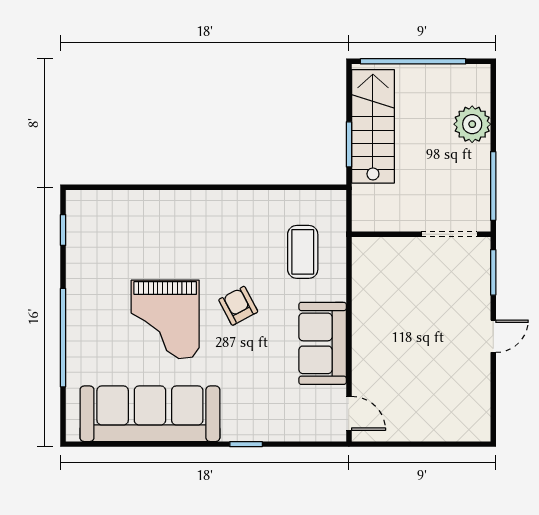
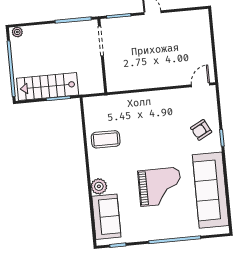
plant: (472, 124) -> (17, 32), moved, width x0.53, depth x0.53
plant: (177, 205) -> (99, 186), added
coffee table: (303, 252) -> (106, 139), moved
armchair: (238, 306) -> (201, 130), moved
sofa: (323, 343) -> (106, 217), moved, turned -90

